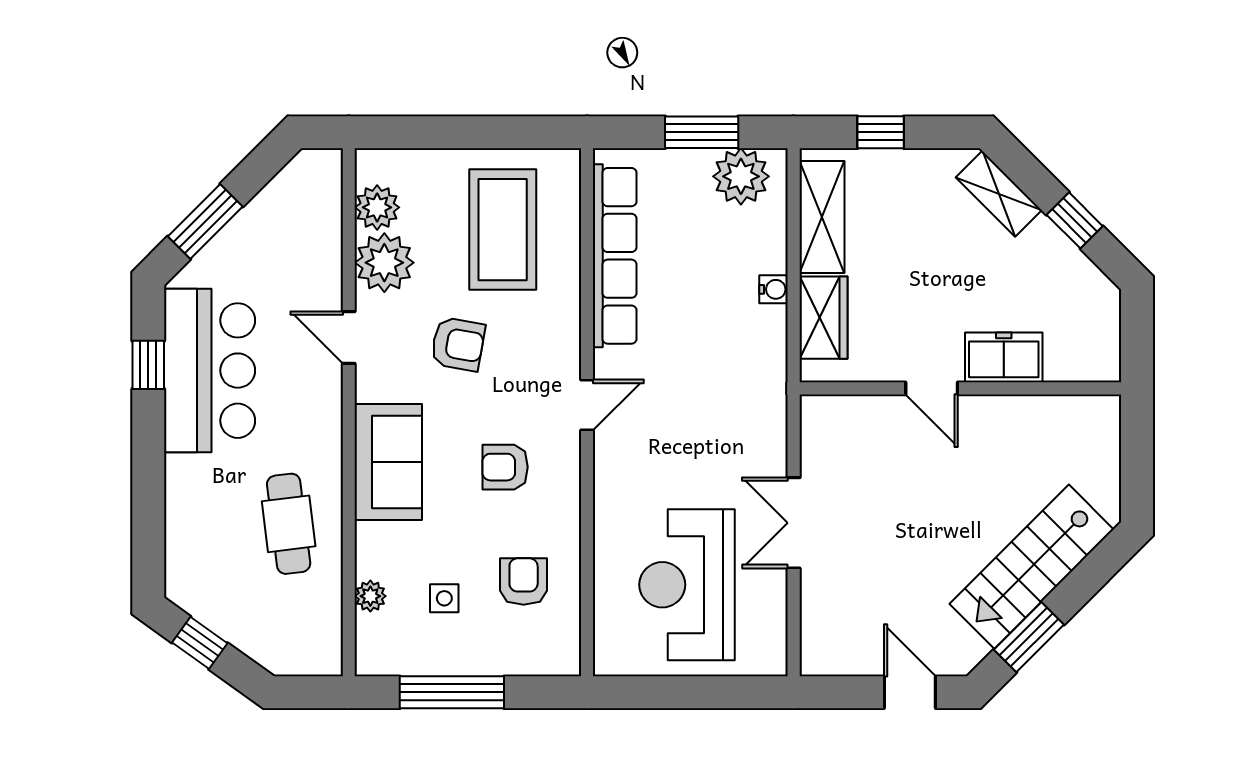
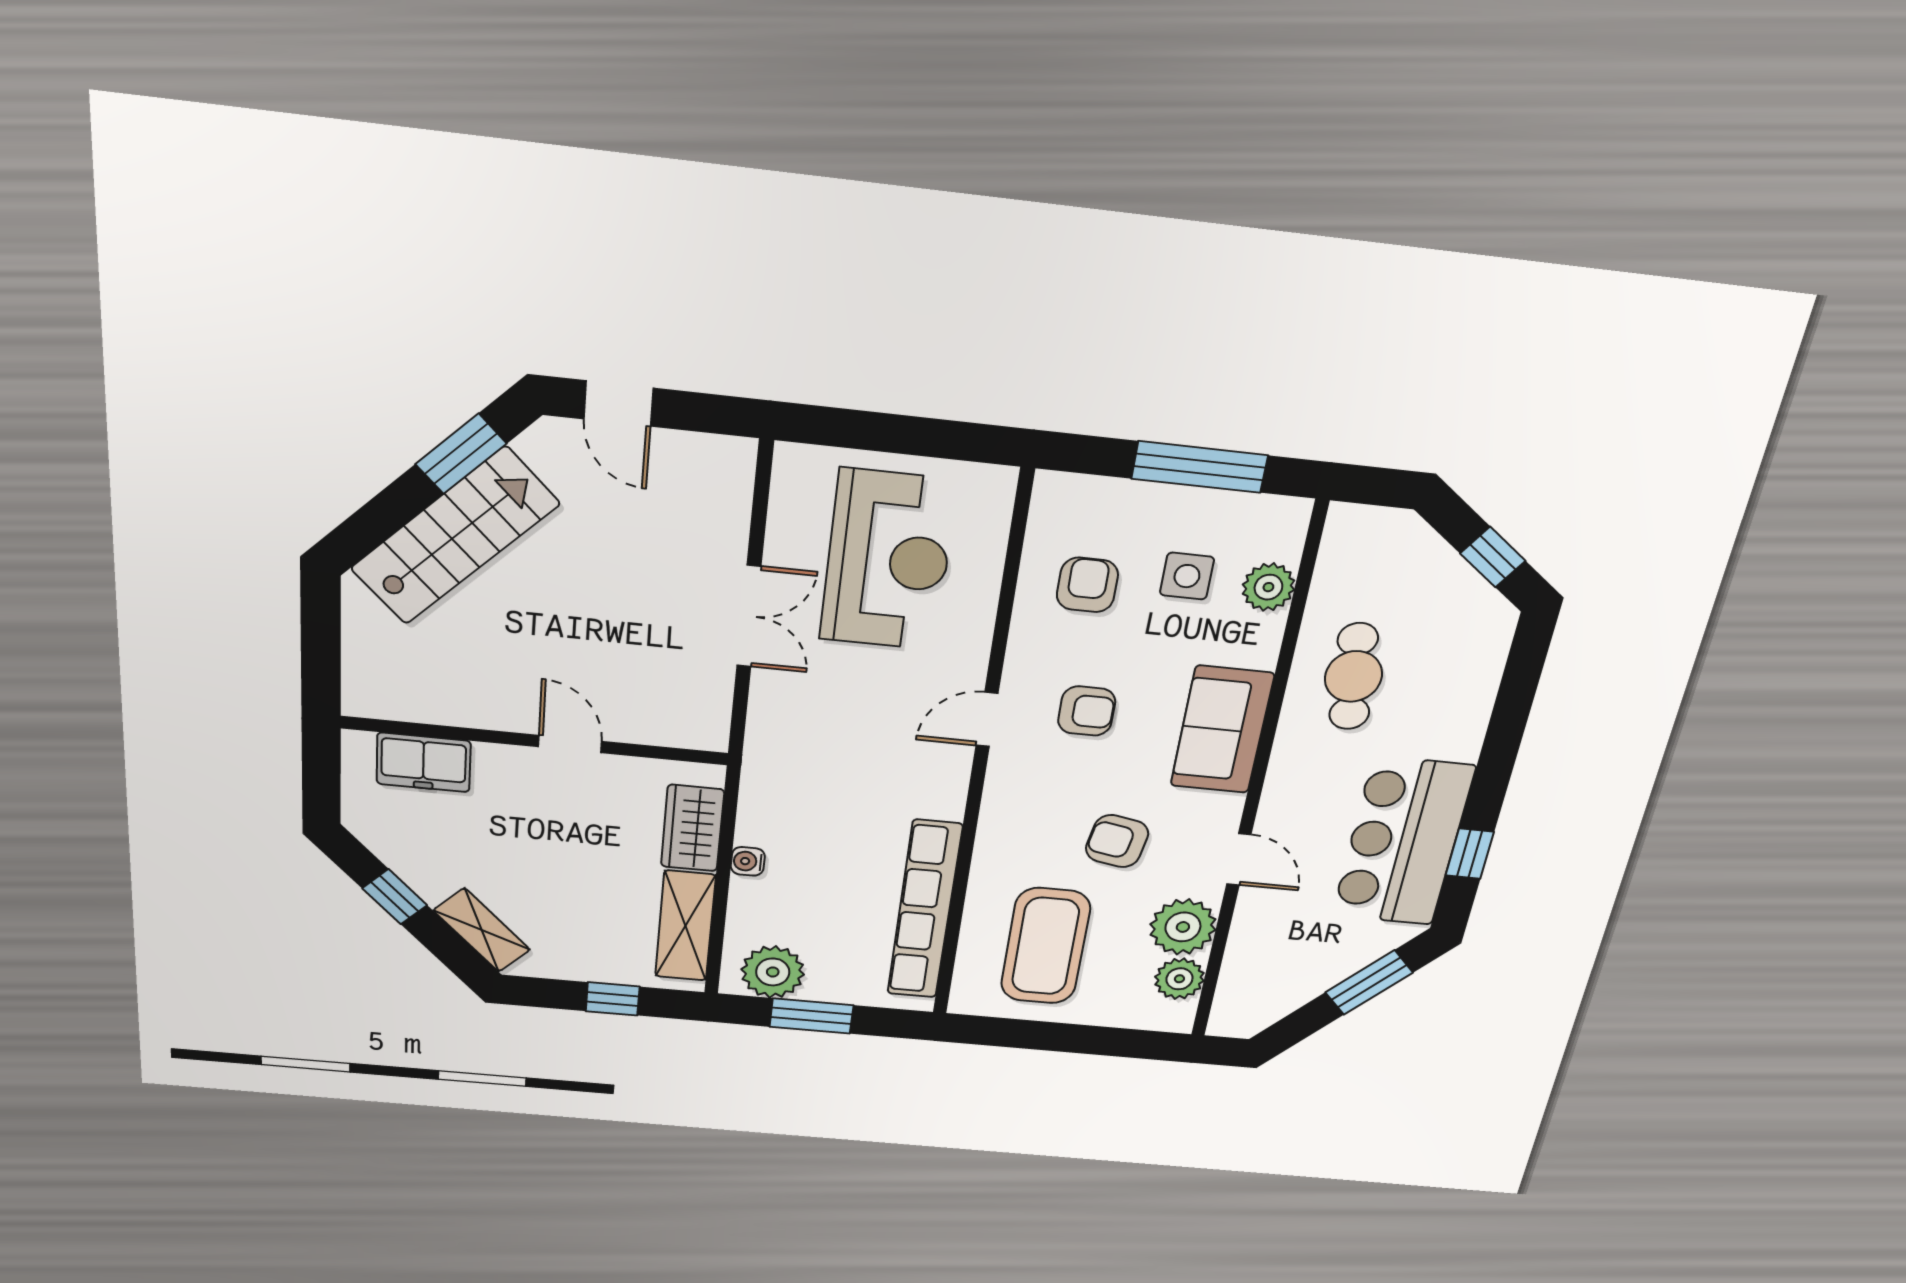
freezer: (1004, 357) -> (424, 762), moved
door: (587, 405) -> (987, 719), moved
armchair: (524, 581) -> (1087, 585), turned 180
plant: (370, 596) -> (1268, 587), width x1.38, depth x1.38
side table: (444, 598) -> (1187, 576), width x1.37, depth x1.37

